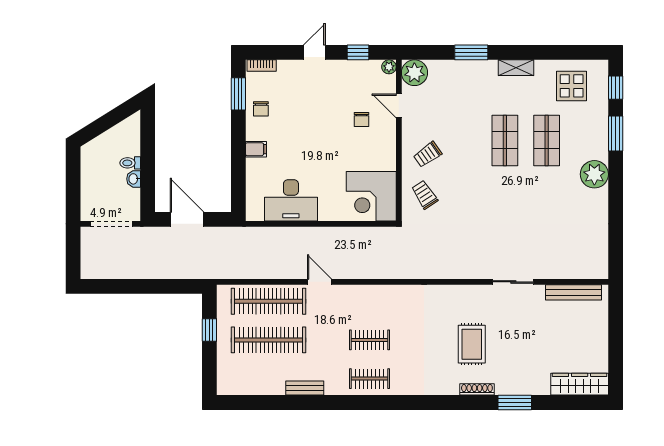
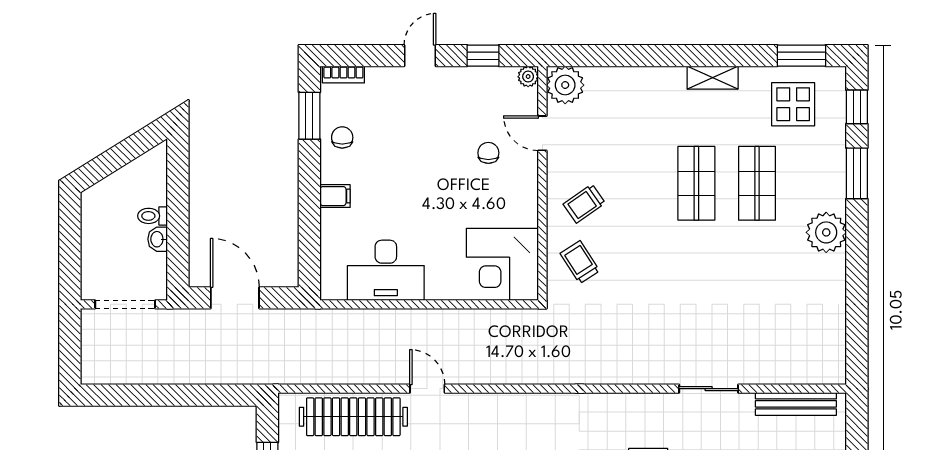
window: (471, 52) -> (801, 56), moved
chair: (261, 109) -> (342, 137), turned 180
chair: (362, 119) -> (488, 153), turned 180

